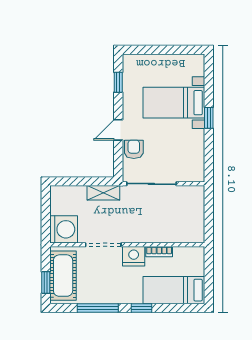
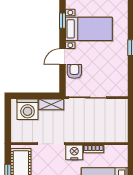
bed with nightstands: (174, 103) -> (89, 29), moved, turned 180
washing machine: (64, 229) -> (28, 109), moved, turned 90

